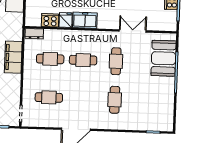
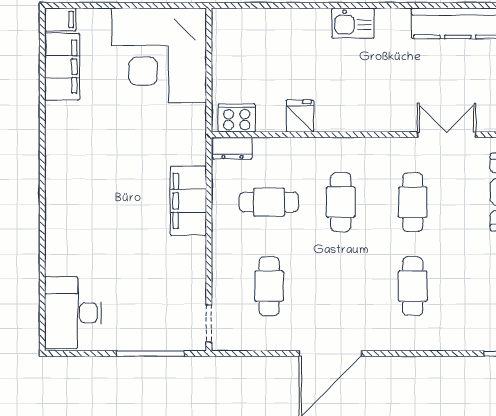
cooker: (50, 20) -> (237, 118), moved
freezer: (85, 20) -> (342, 115), removed
cafe table: (83, 60) -> (341, 202), turned 90
cafe table: (49, 97) -> (269, 286), turned 90

